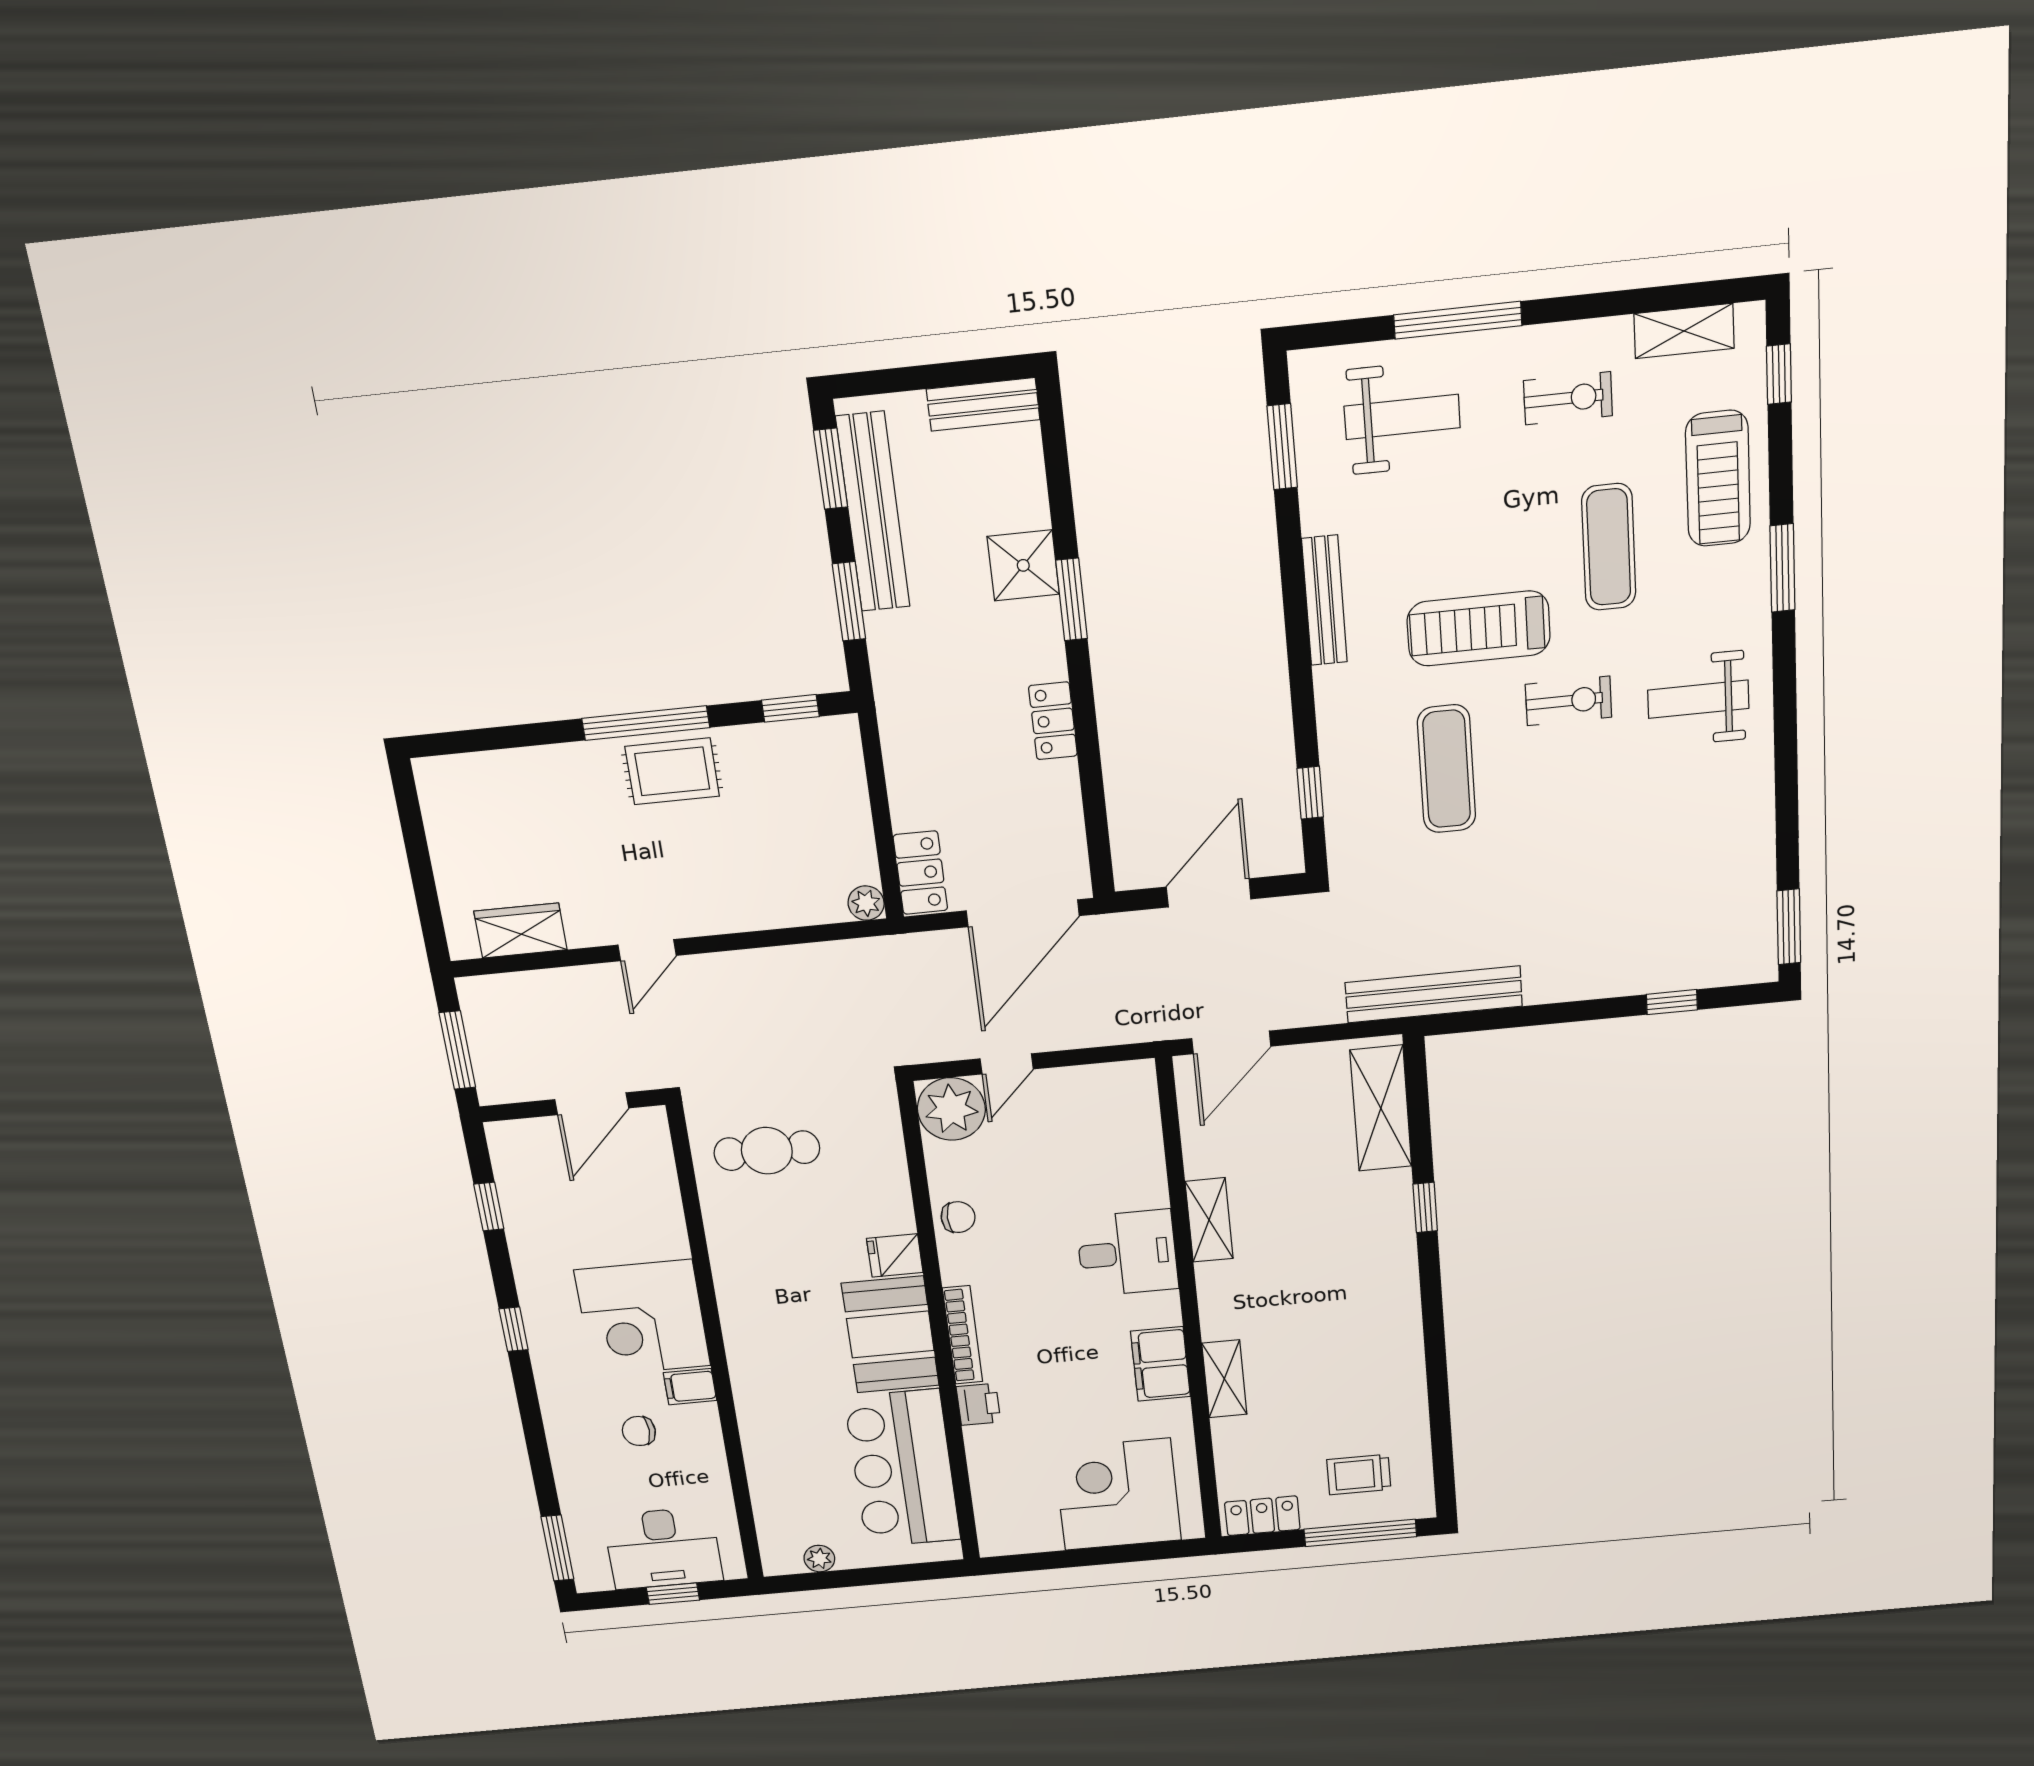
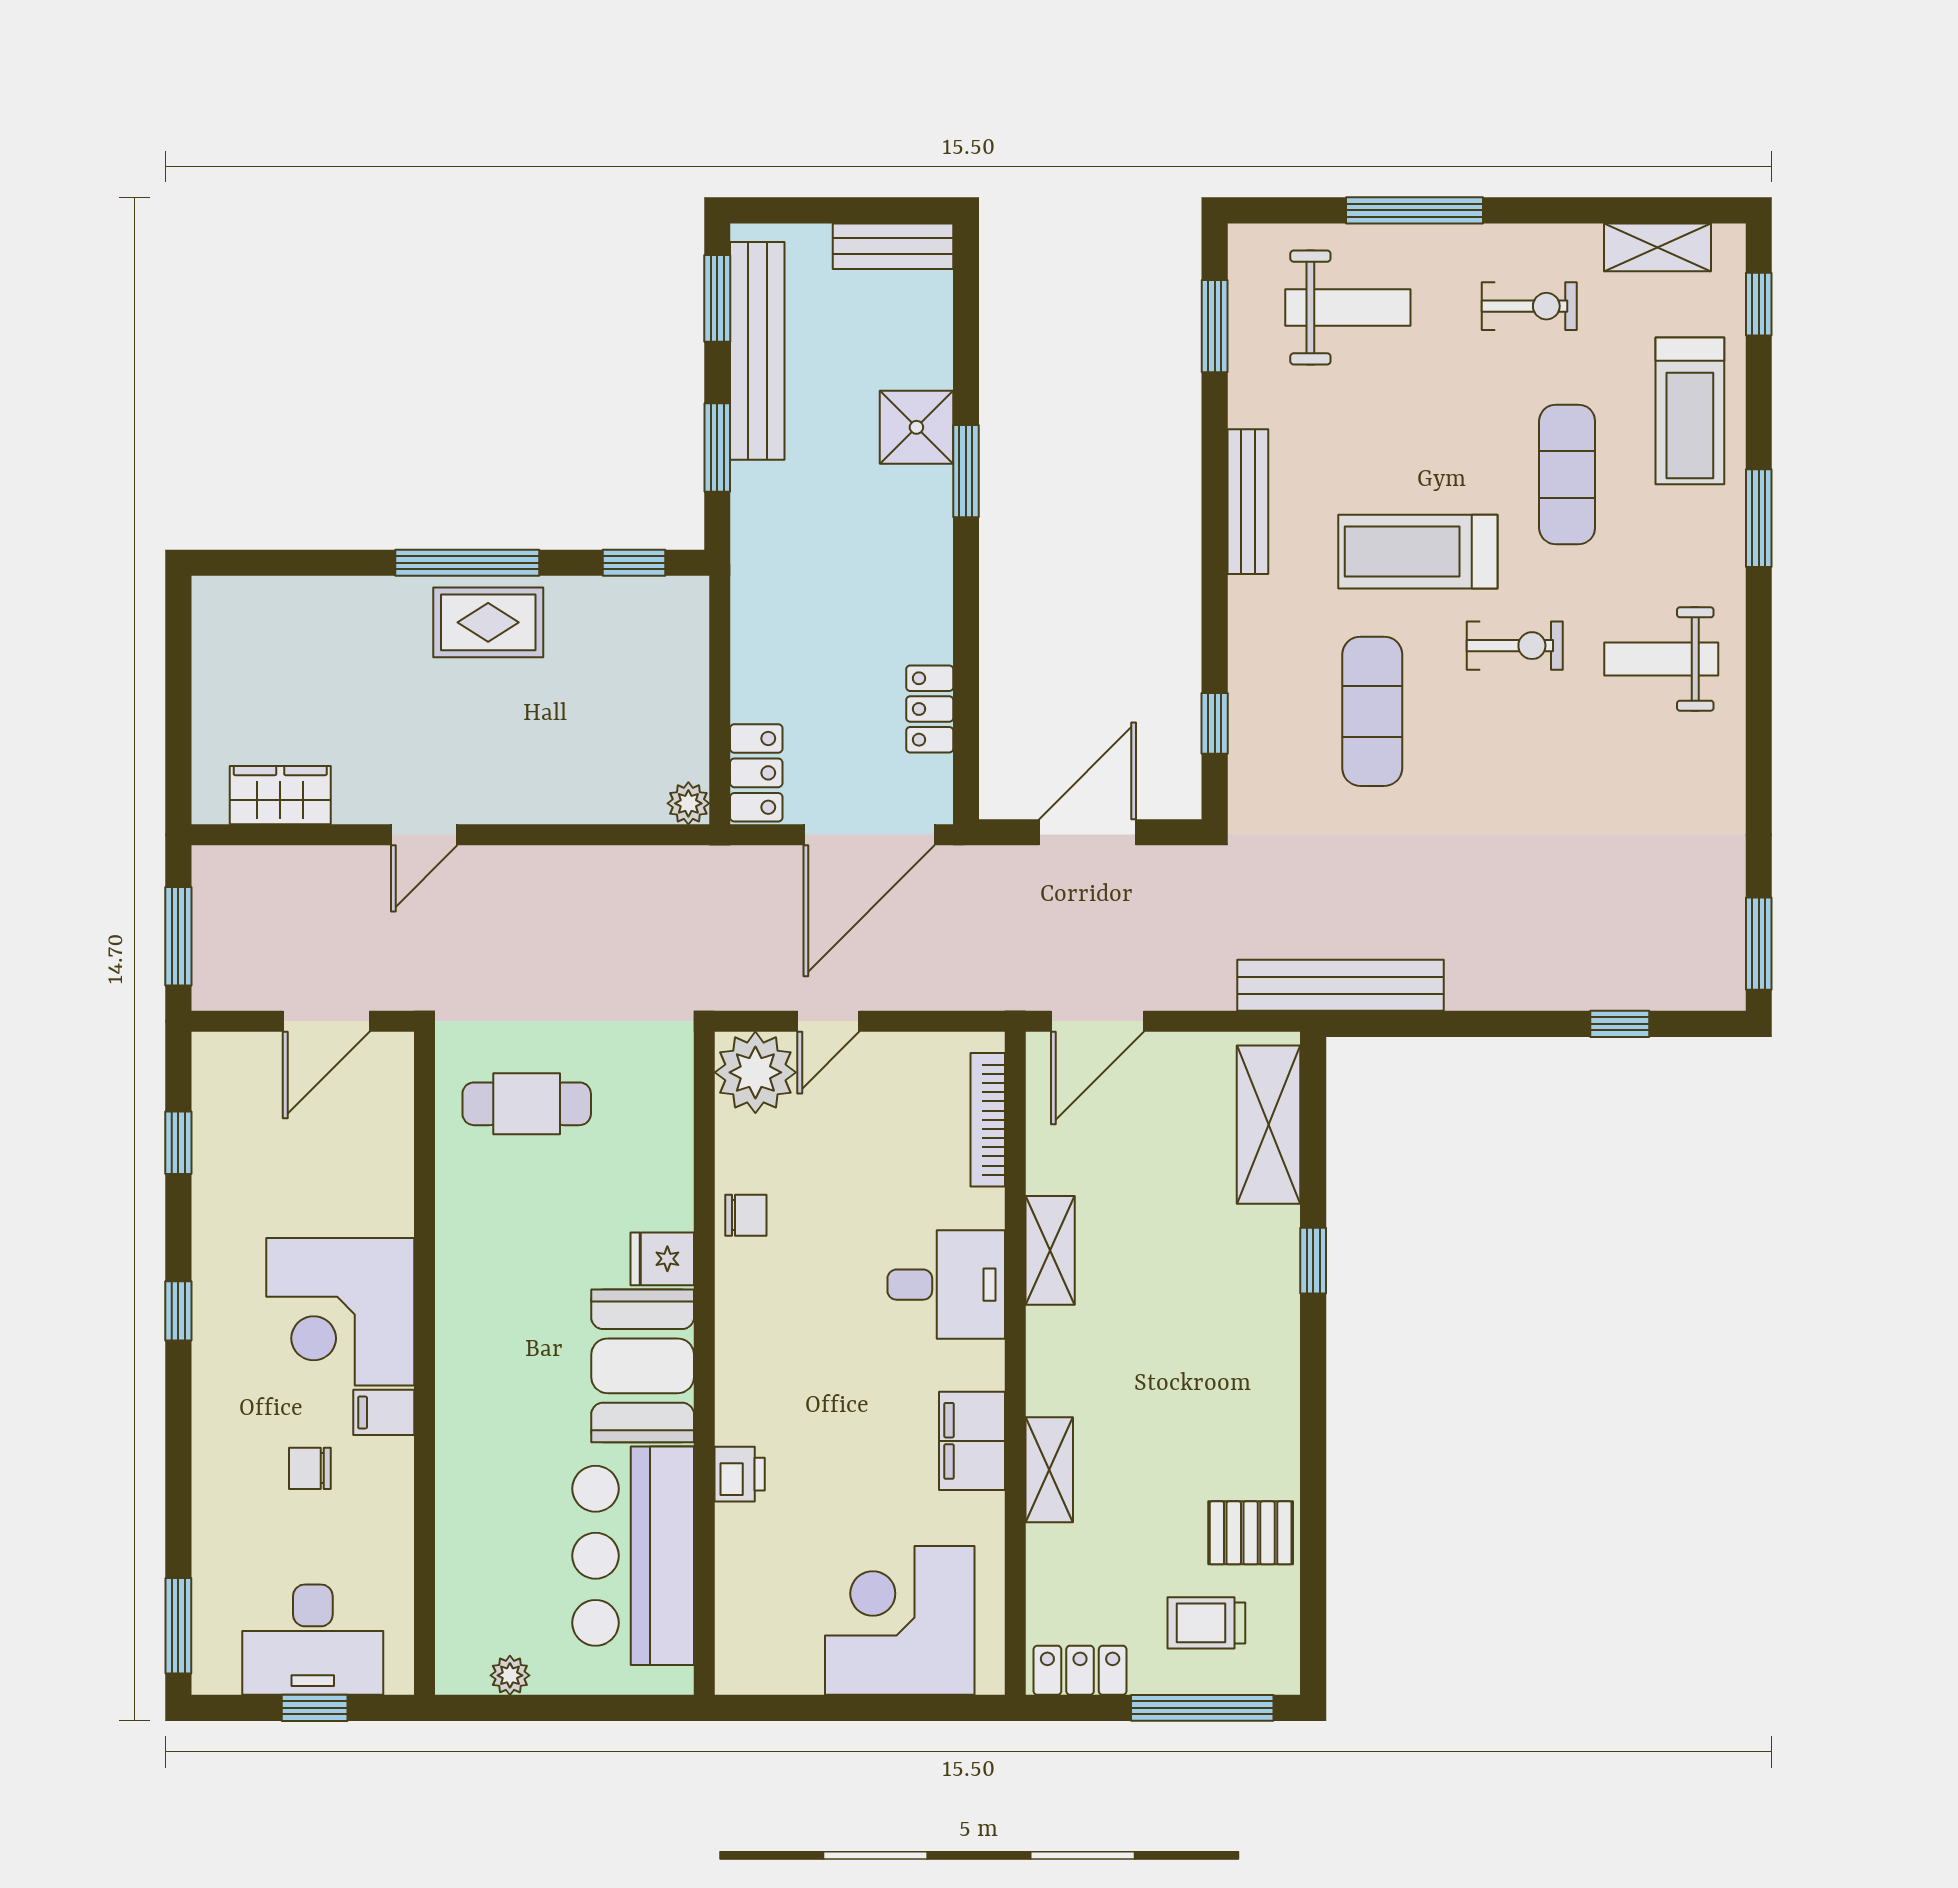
locker: (1053, 721) -> (930, 709), moved
bookcase: (963, 1335) -> (988, 1120), moved, turned 180
pallet: (1389, 1409) -> (1251, 1533), added

